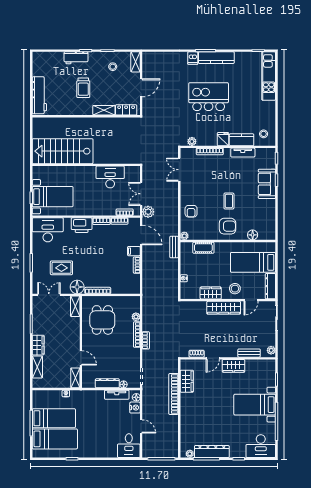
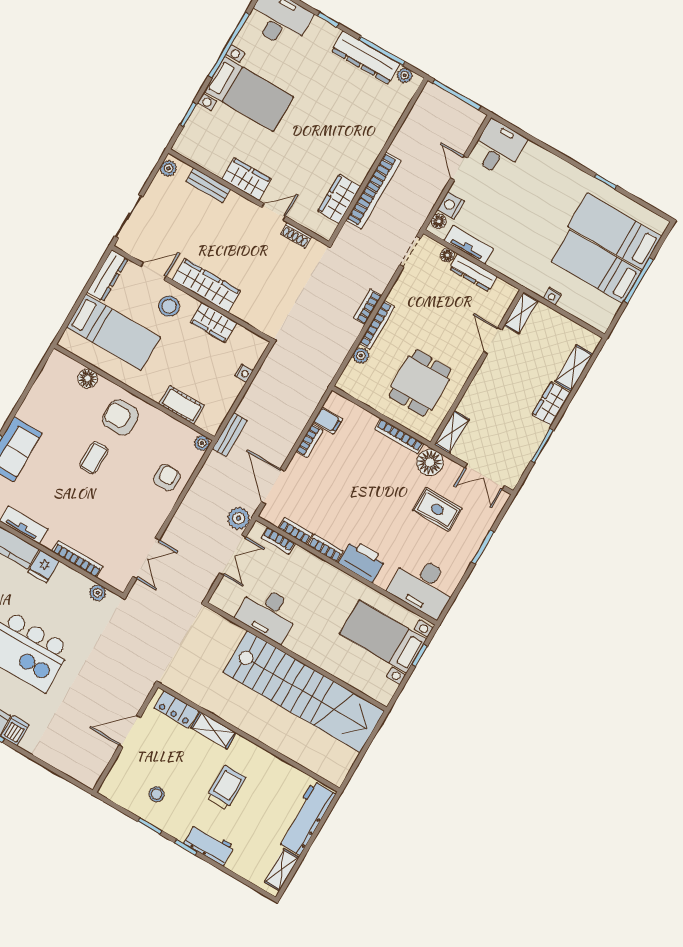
shelving: (136, 62) -> (282, 870), moved
stairs: (63, 151) -> (304, 692), width x1.36
filing cabinet: (134, 251) -> (328, 420), moved

